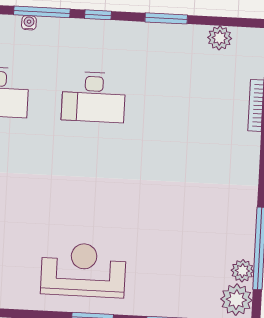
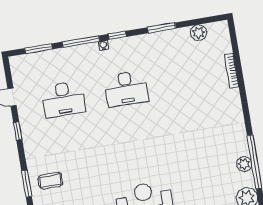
water cooler: (29, 23) -> (103, 45), moved
plant: (242, 271) -> (244, 164), moved

